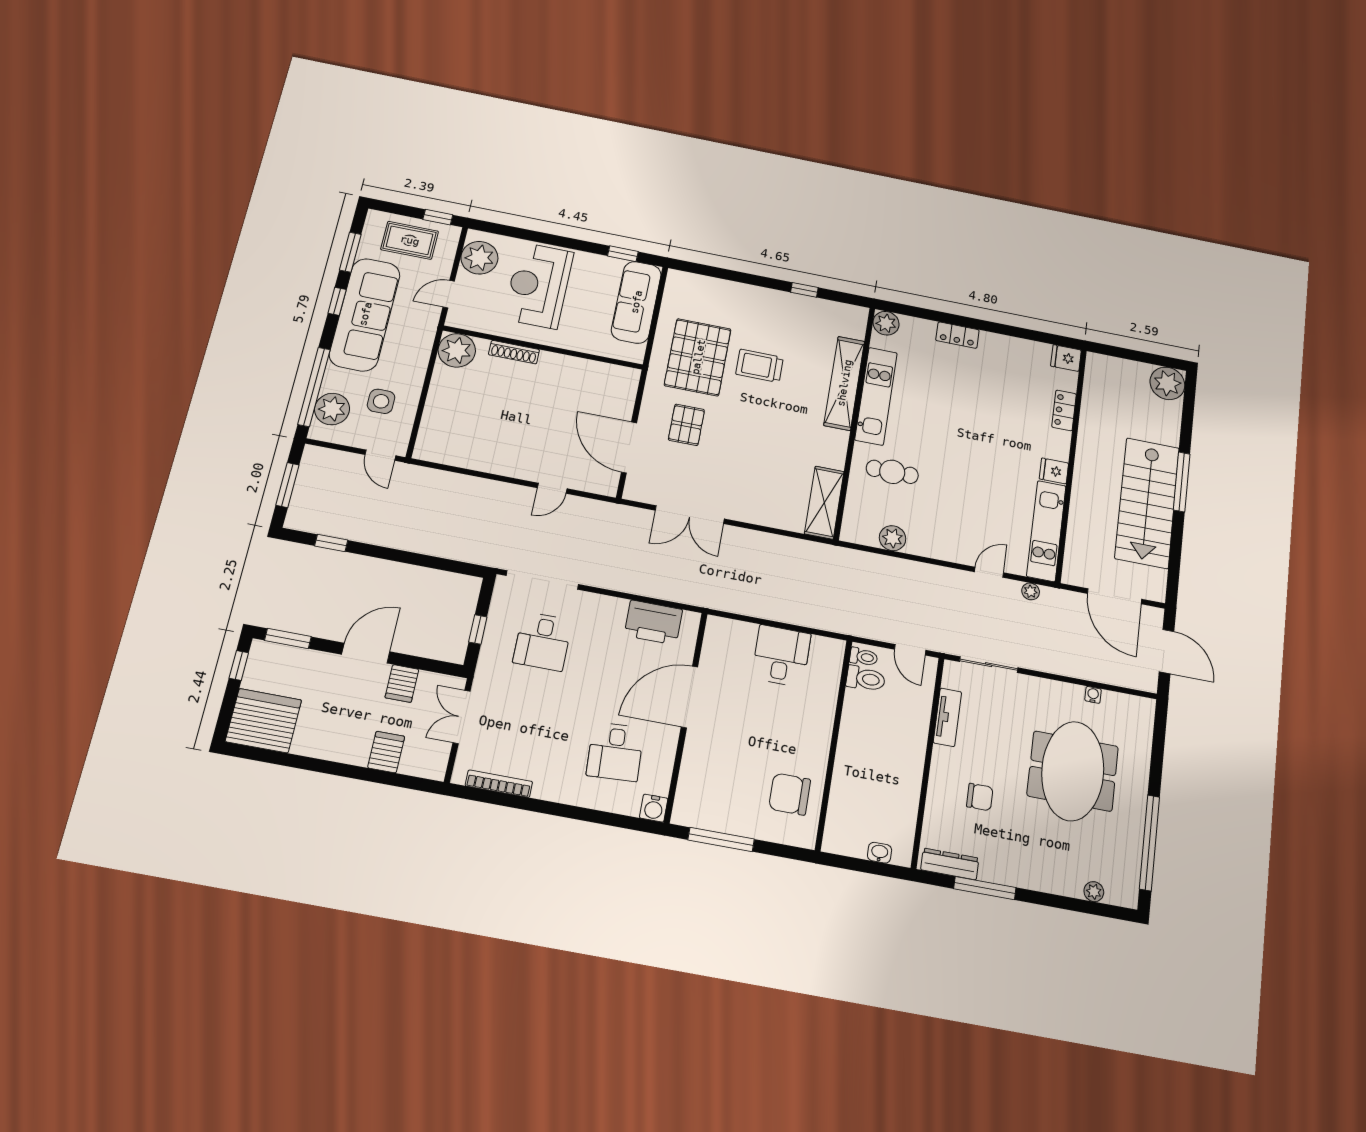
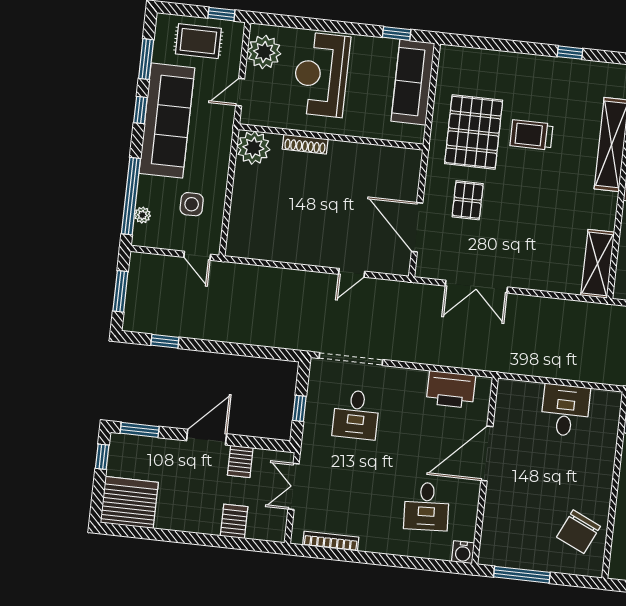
plant: (332, 409) -> (142, 215), width x0.53, depth x0.53
chair: (790, 794) -> (578, 532), turned -65

